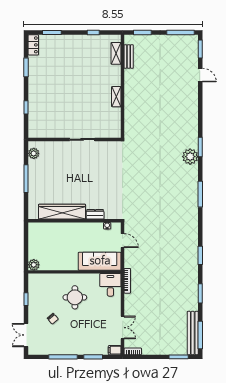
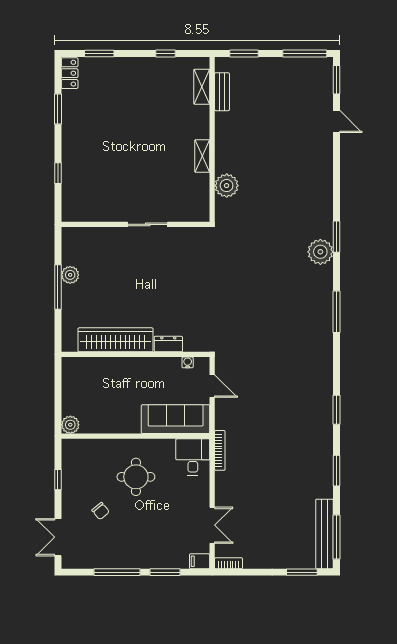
plant: (131, 115) -> (227, 186), added
plant: (34, 153) -> (70, 275), moved

